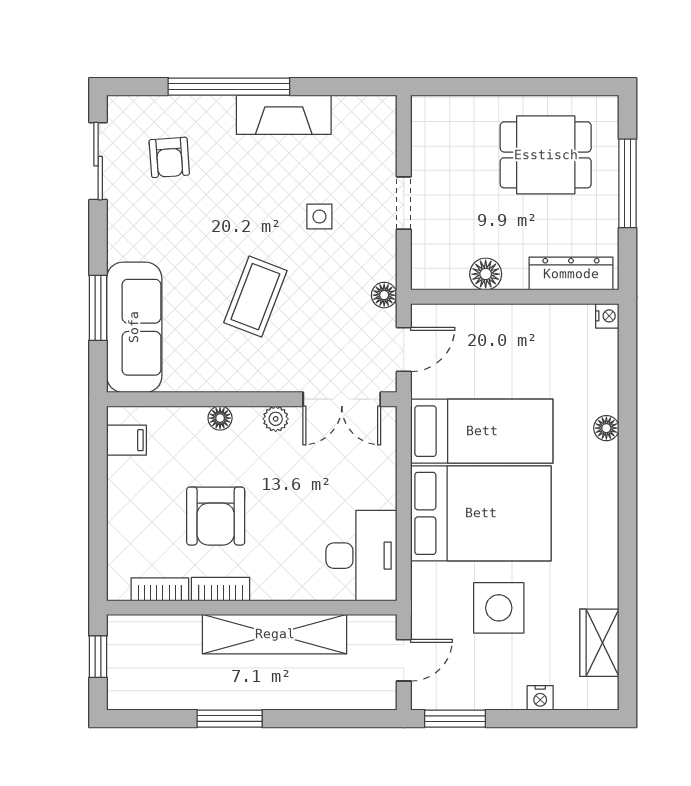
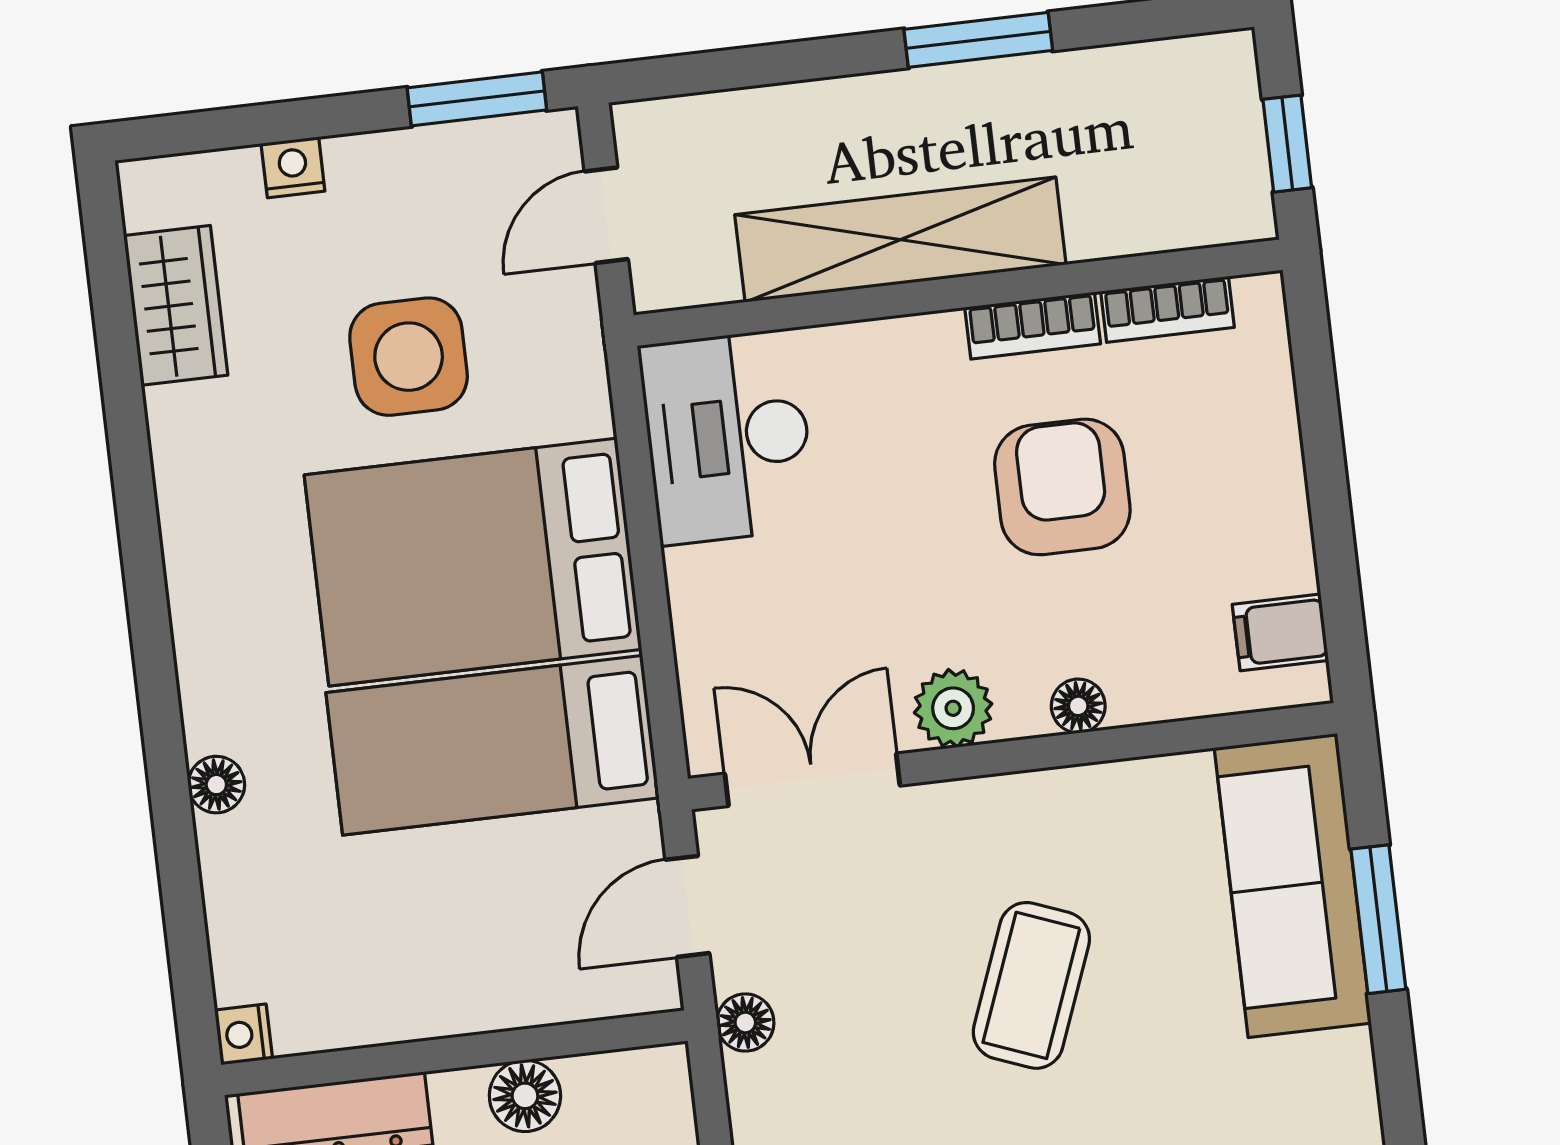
plant: (276, 419) -> (953, 708), width x1.38, depth x1.38

